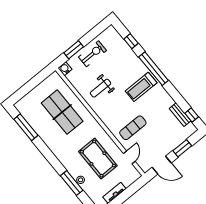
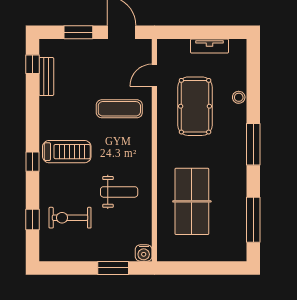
exercise bike: (93, 54) -> (70, 218), moved
window: (154, 69) -> (32, 162), width x0.32
window: (72, 183) -> (253, 144), moved

